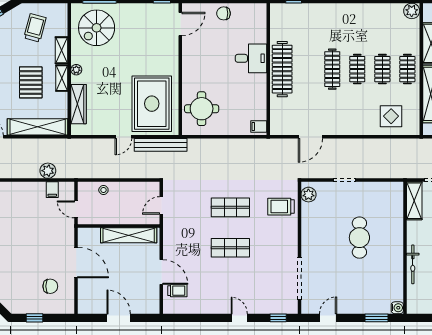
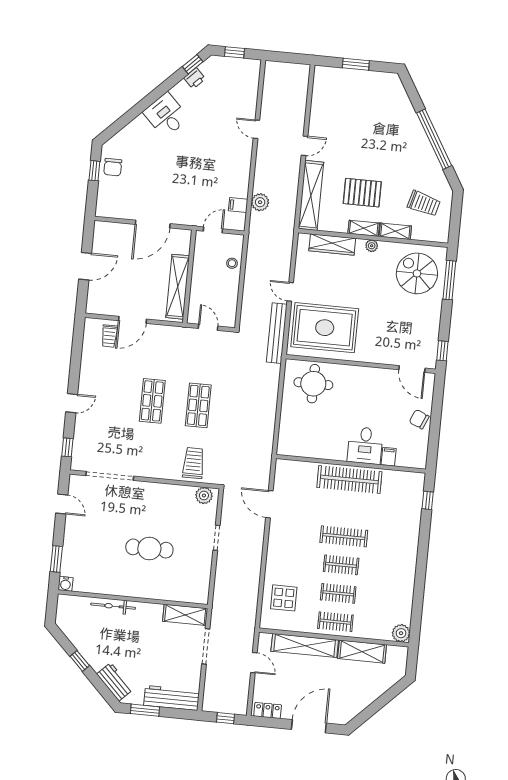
chair: (224, 13) -> (419, 419), turned -67
filing cabinet: (259, 127) -> (389, 457), moved
chair: (50, 286) -> (113, 167), moved

